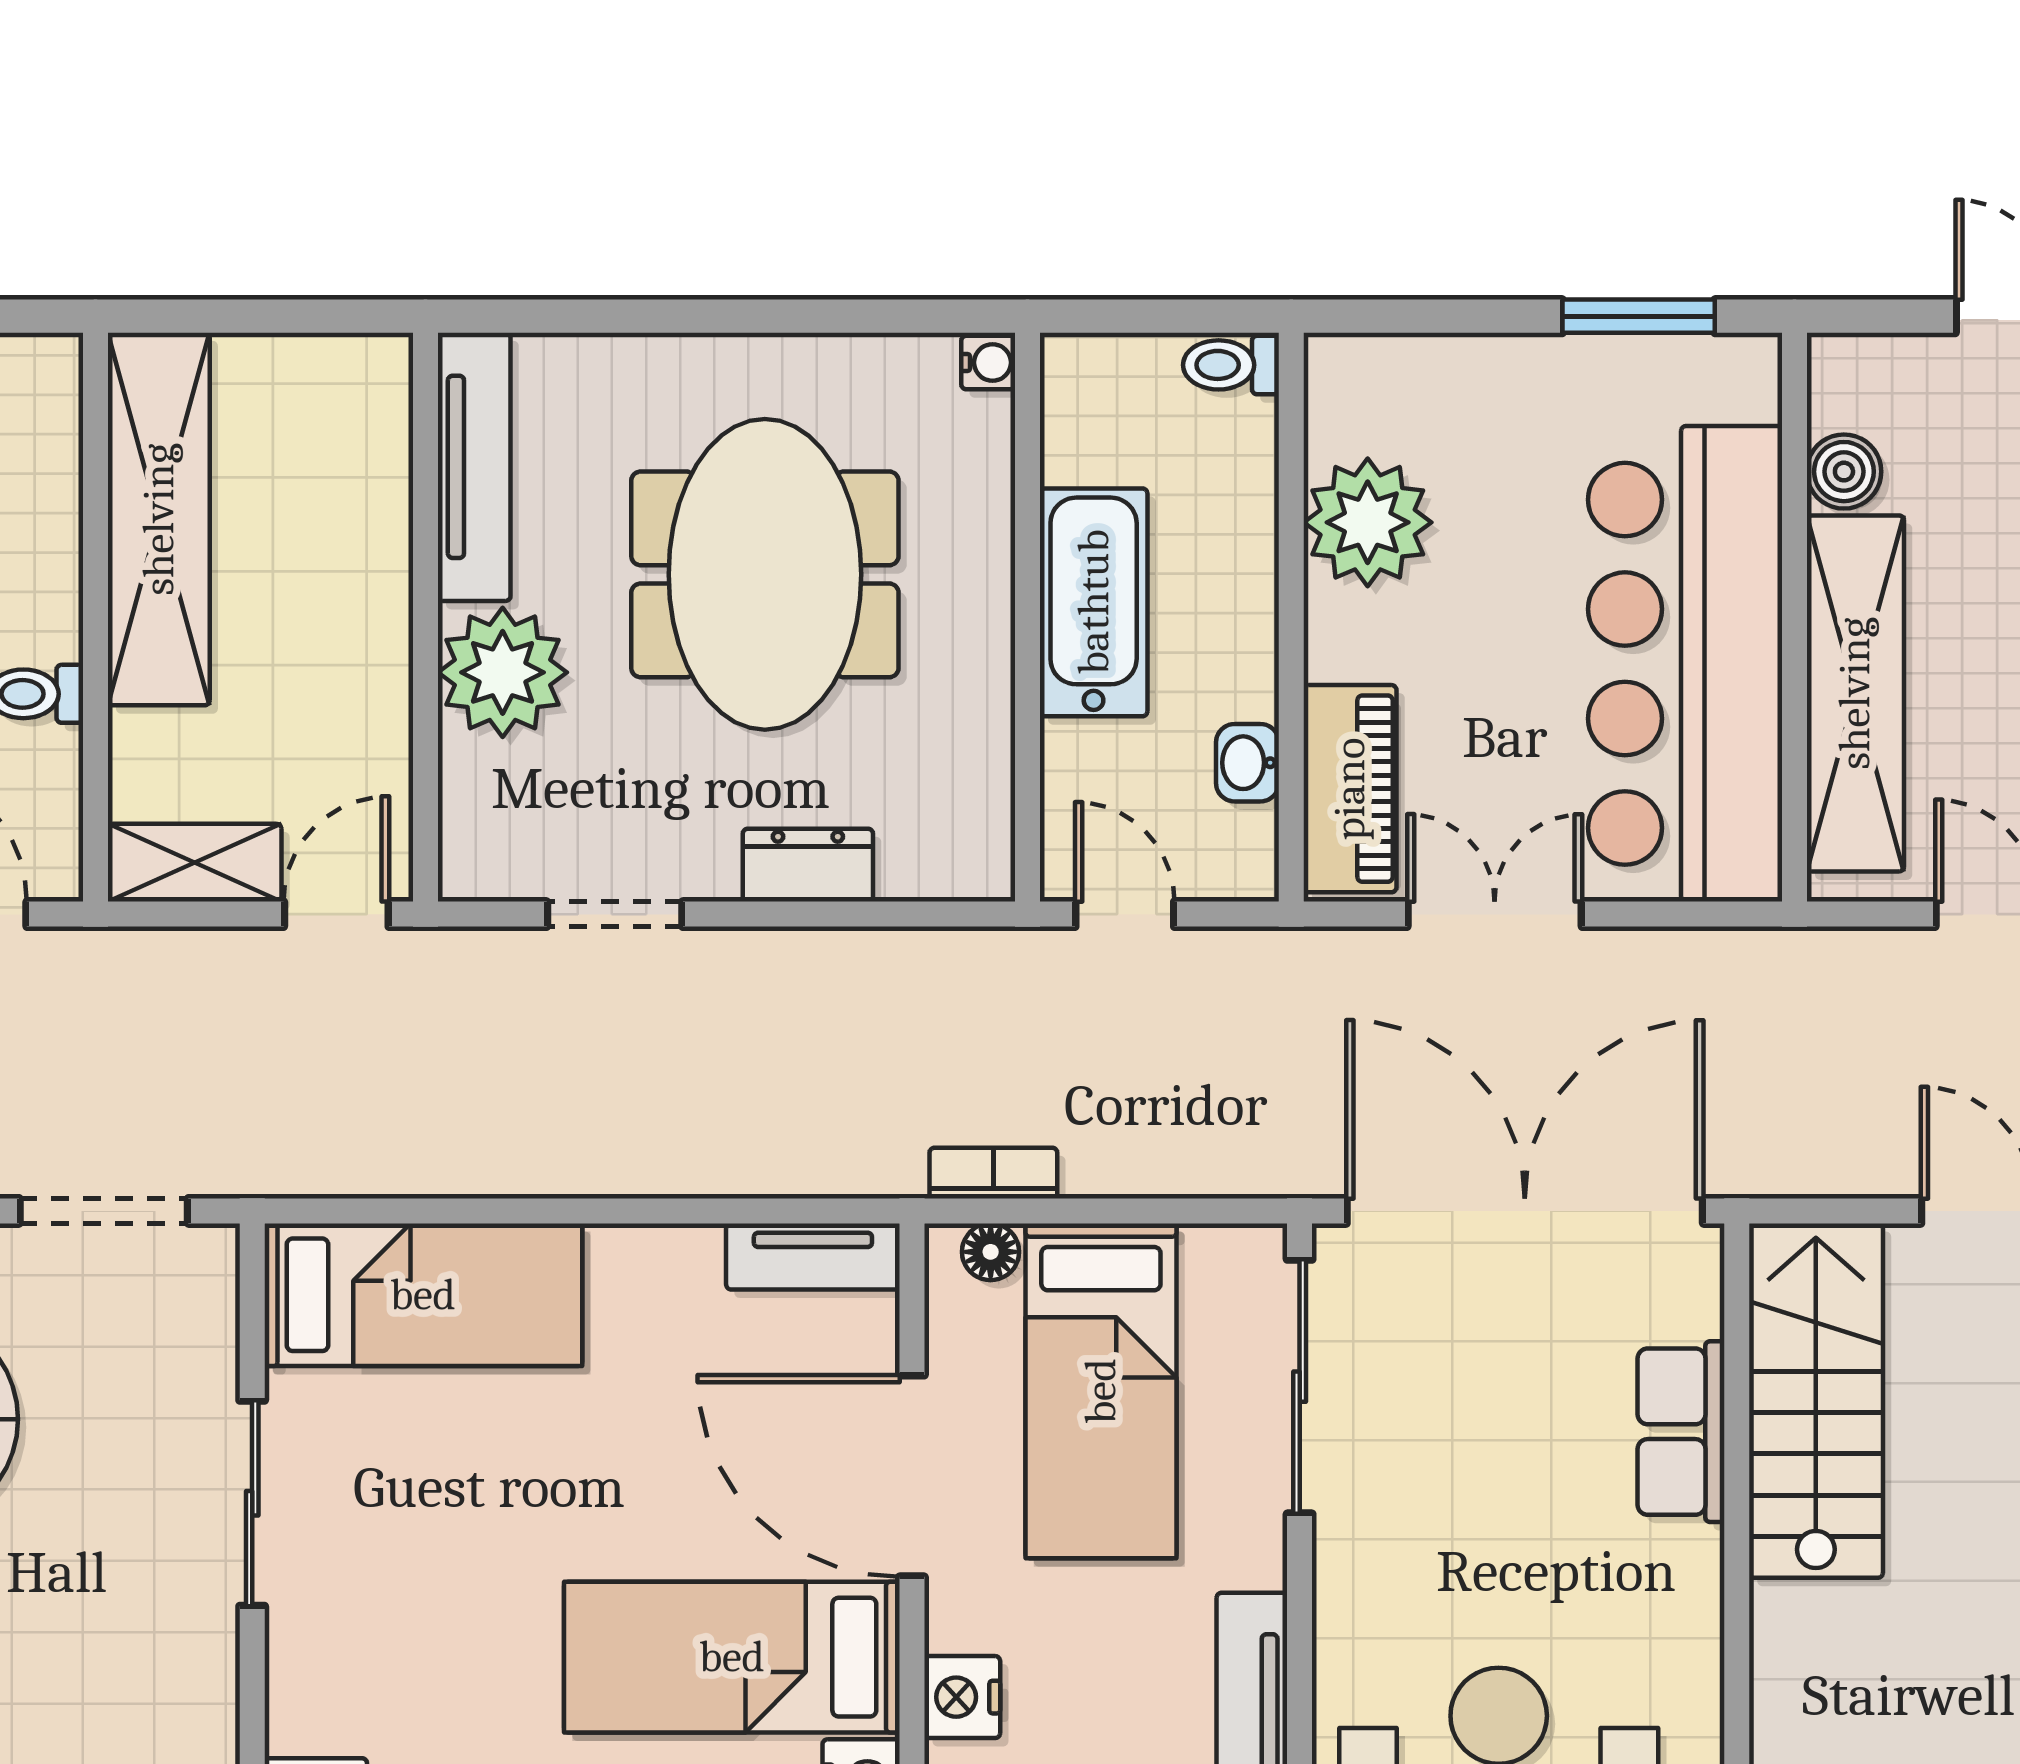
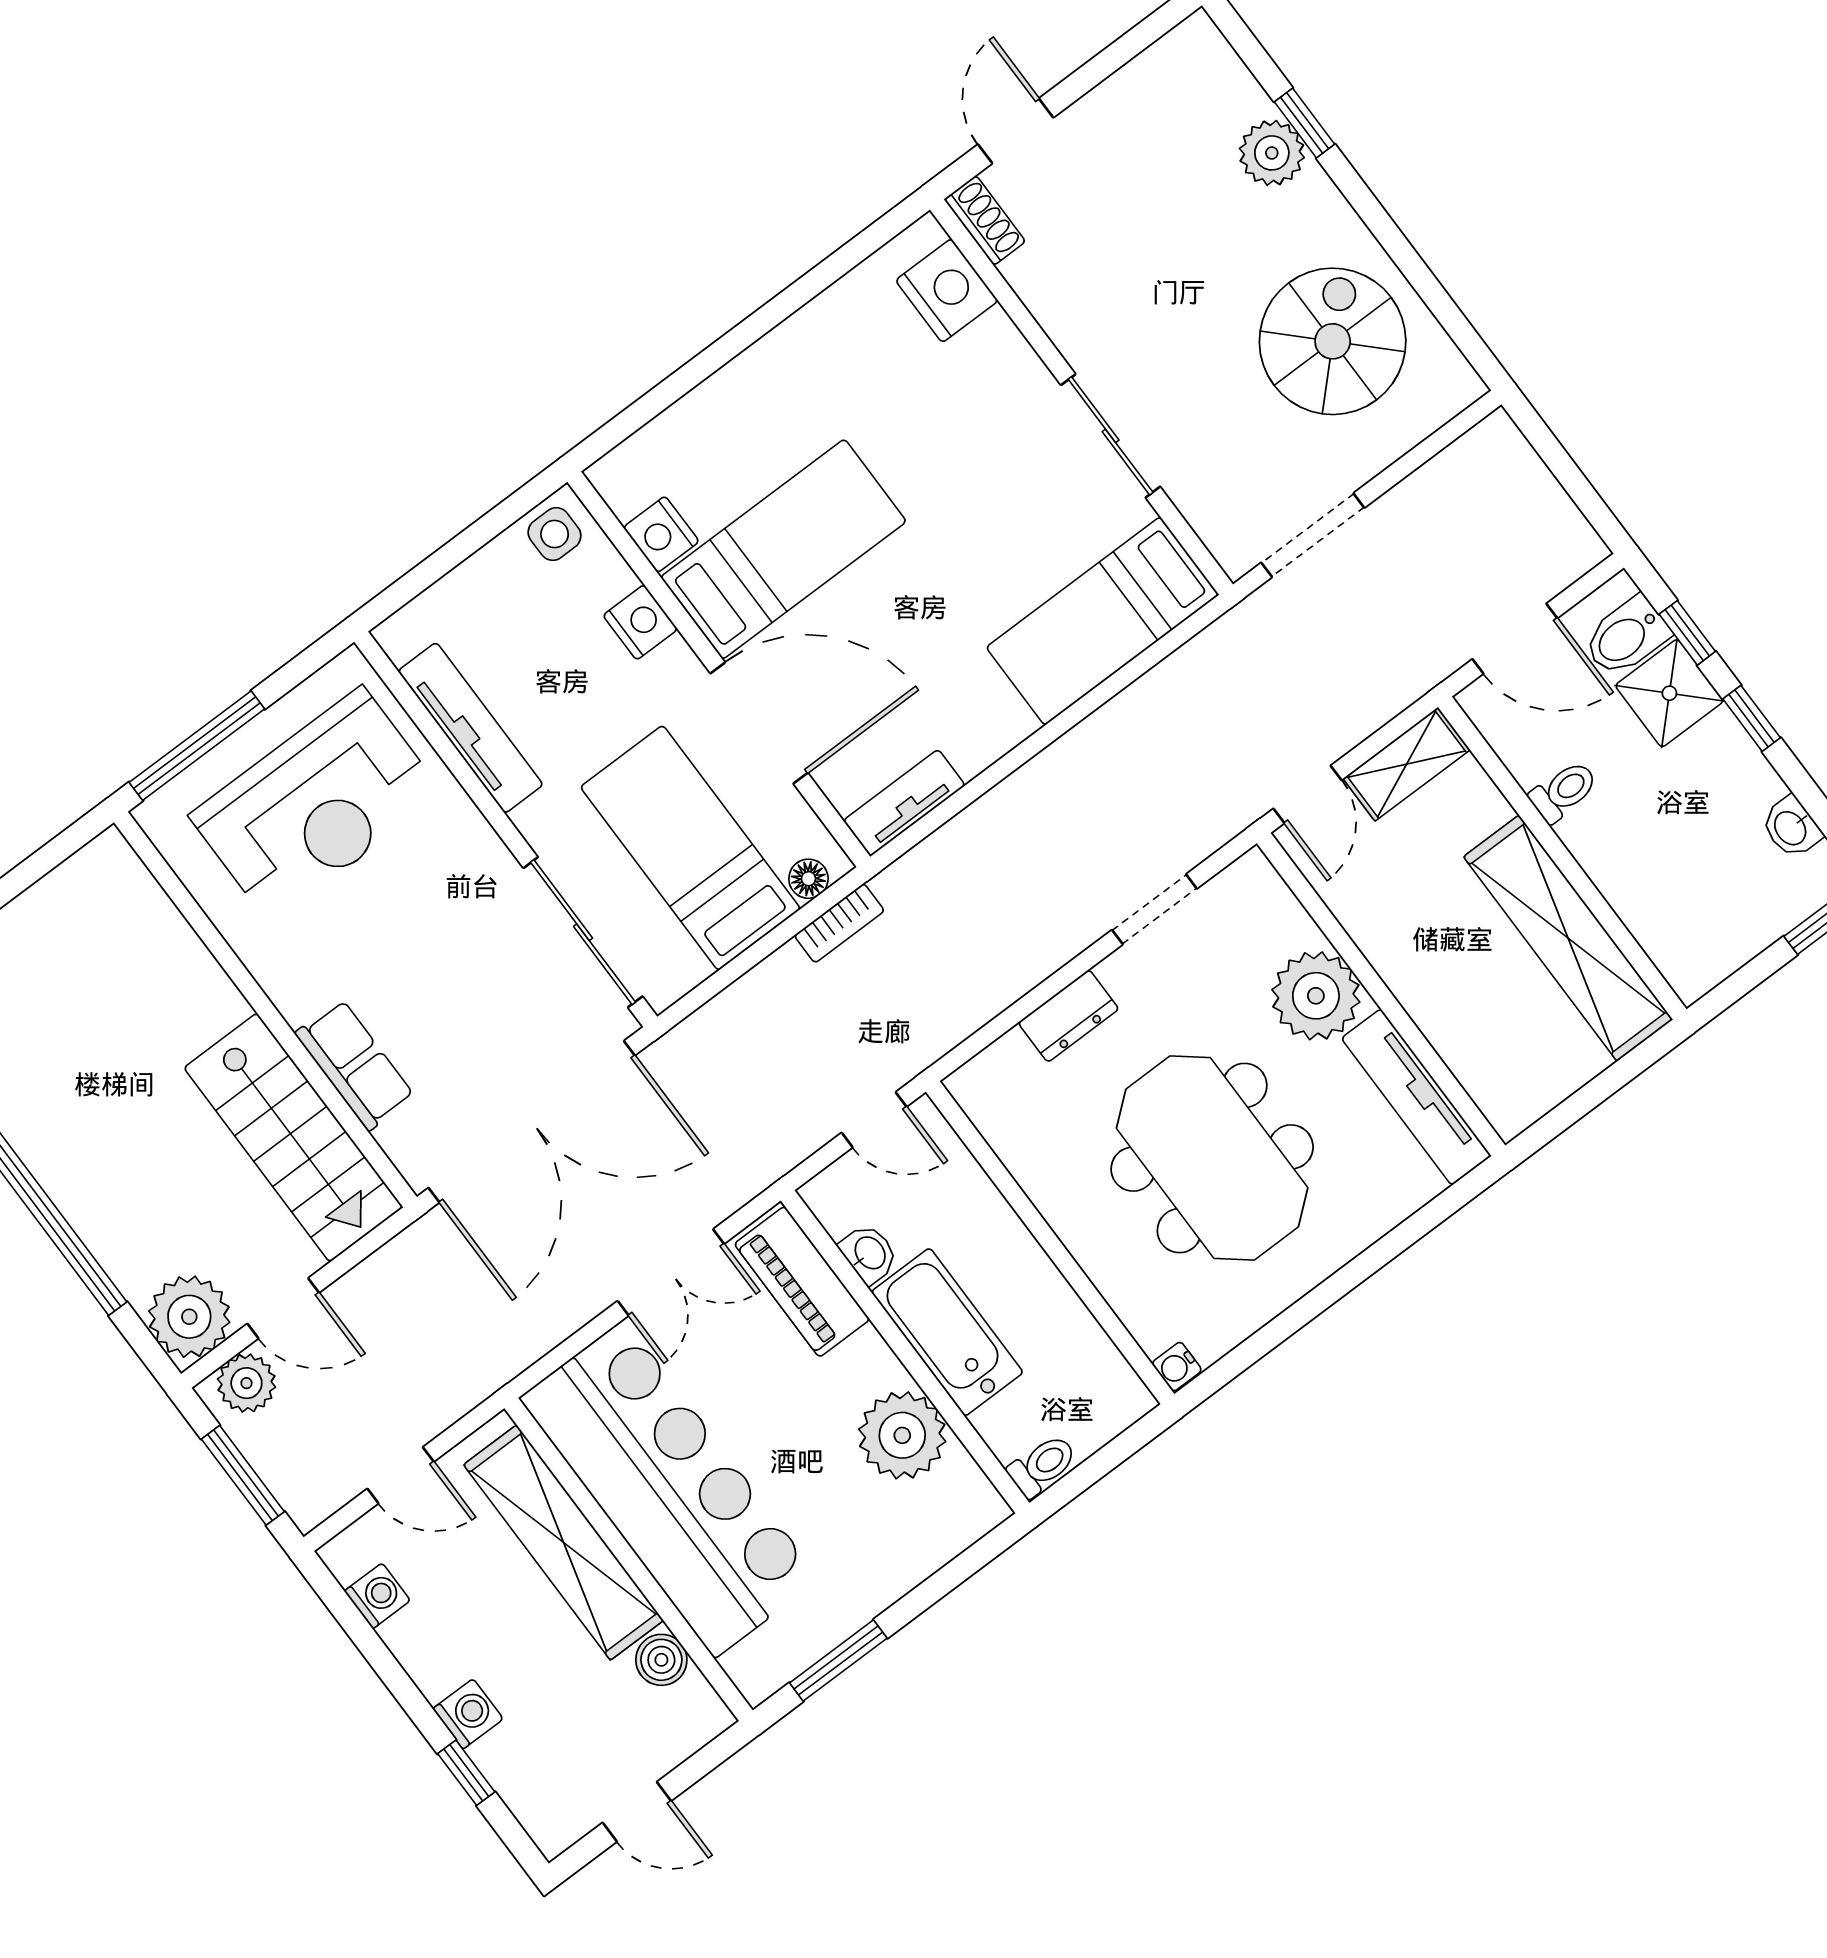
bathtub: (1094, 602) -> (947, 1332), moved, turned 180

